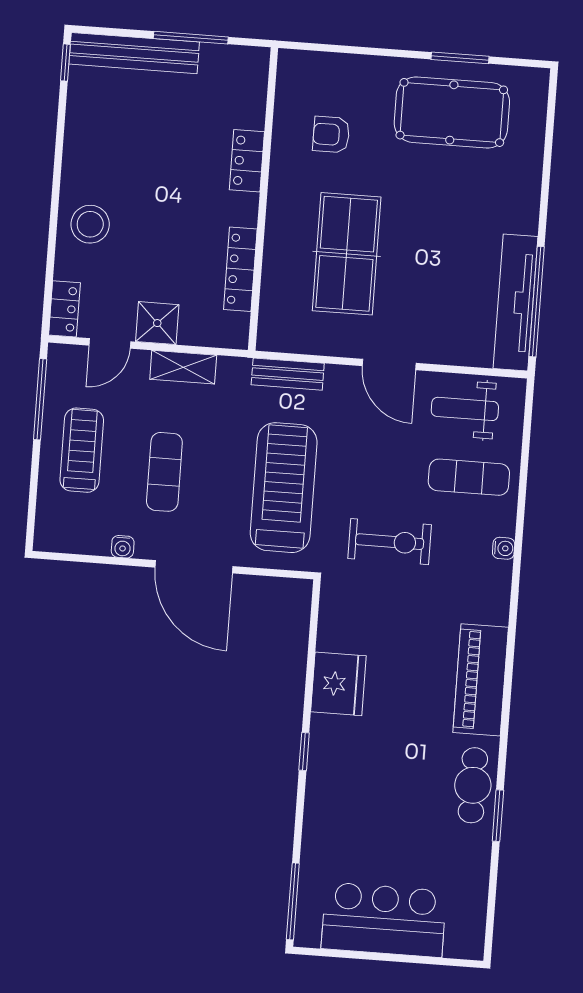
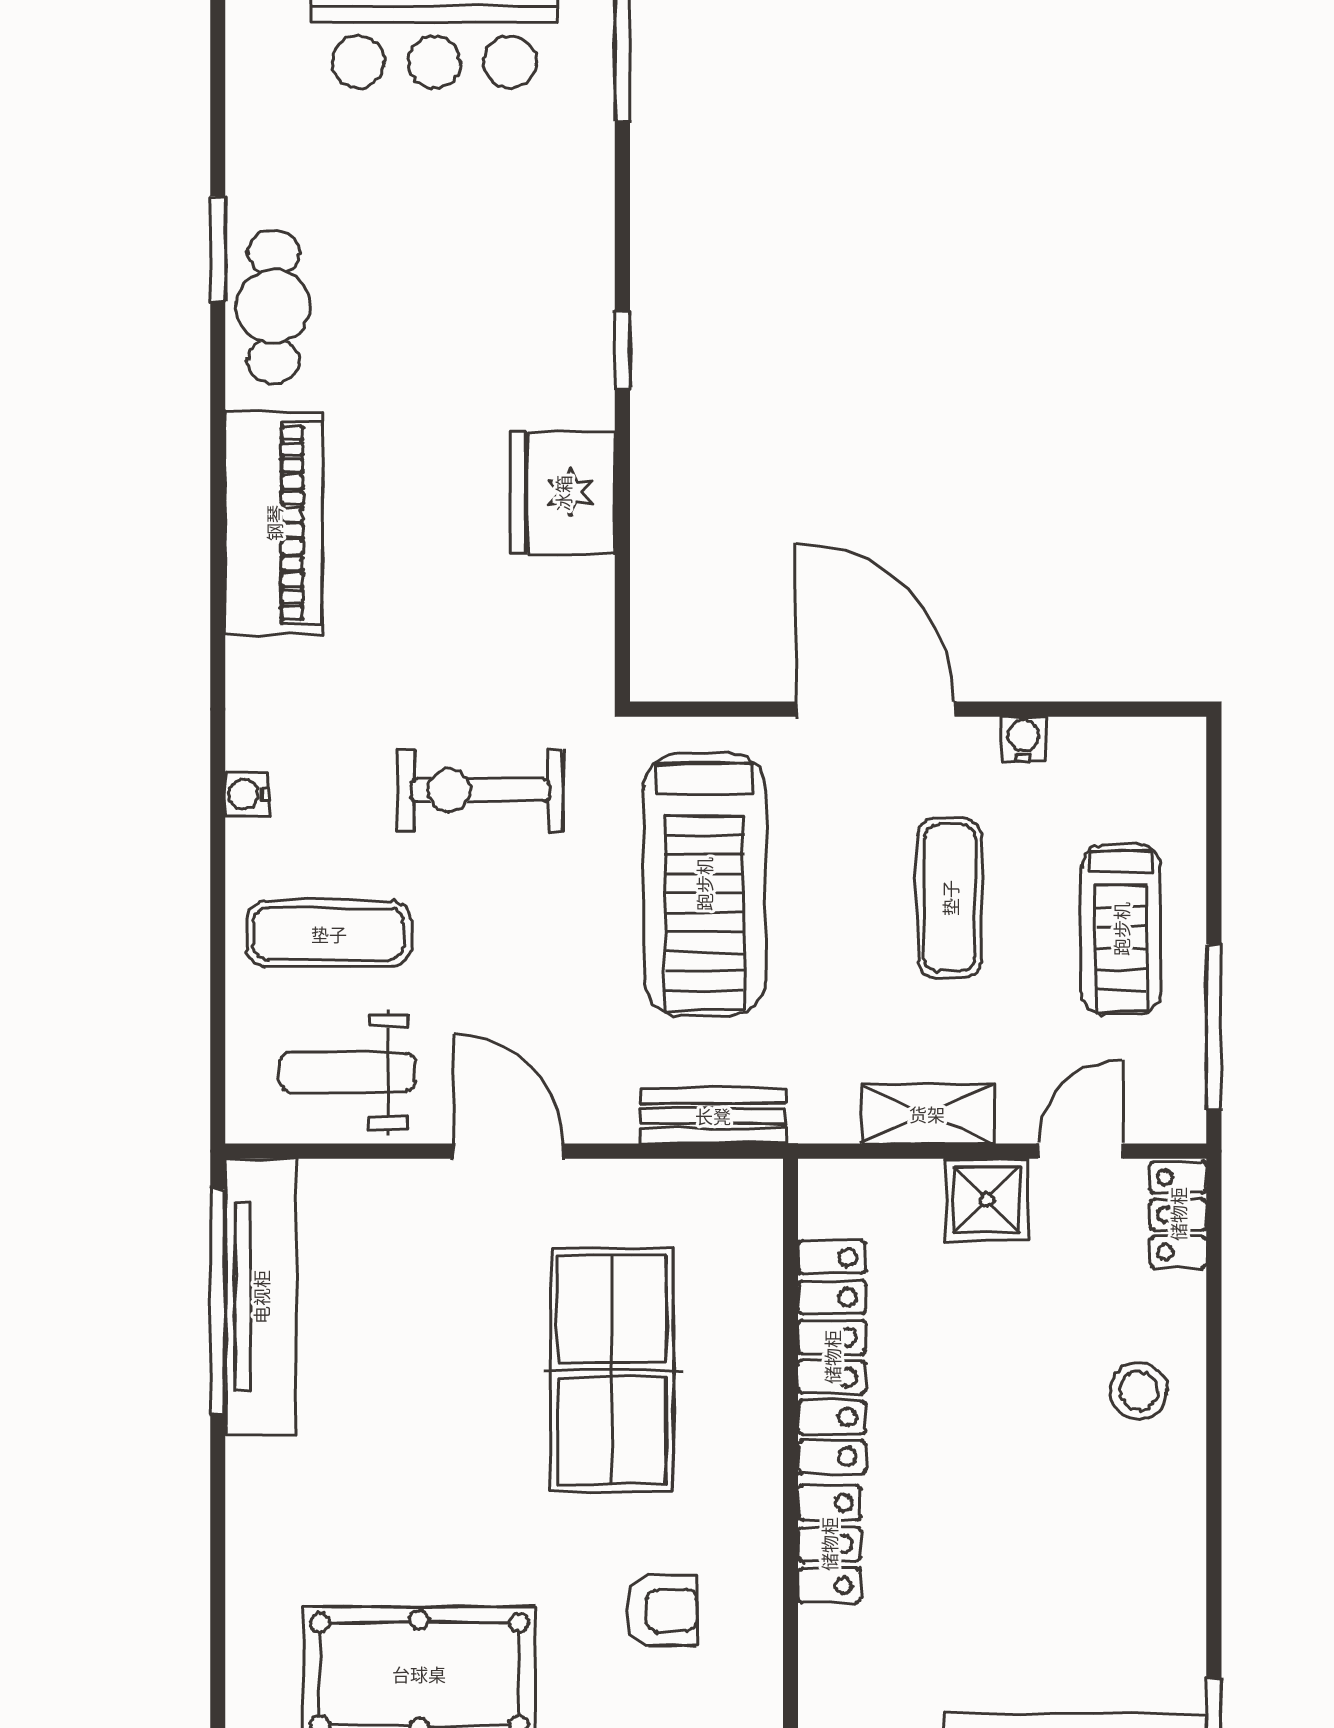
stool: (90, 224) -> (1139, 1391), width x0.73, depth x0.73
locker: (240, 269) -> (832, 1357), width x1.41, depth x1.21
weight bench: (465, 409) -> (347, 1072), turned 180

